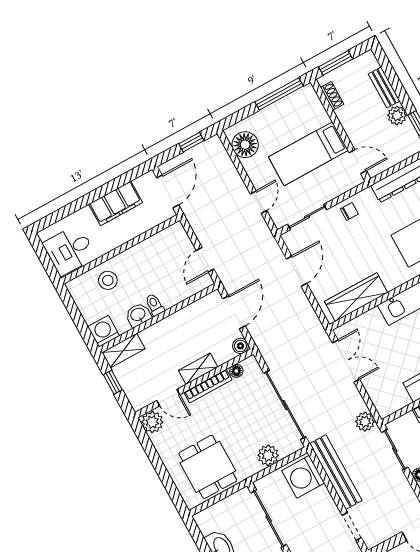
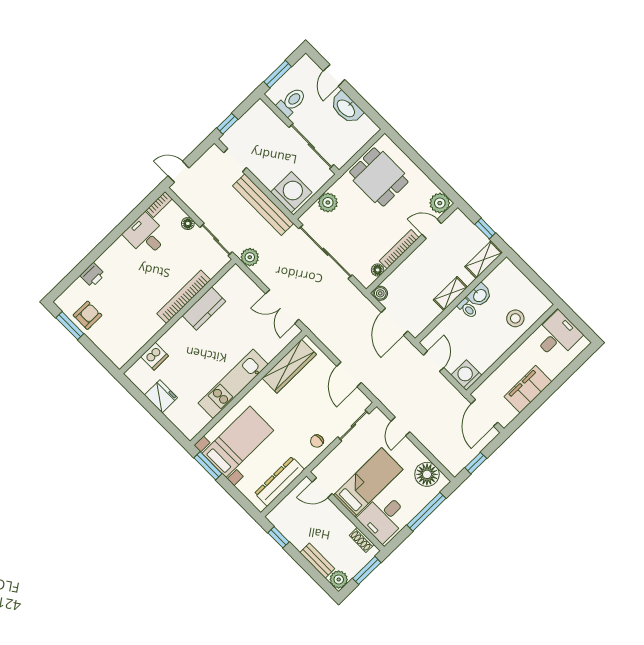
window: (279, 94) -> (426, 512), moved
desk: (303, 113) -> (383, 517), added
plant: (397, 115) -> (339, 580), moved
washing machine: (104, 331) -> (466, 375), moved, turned 180
shelving: (198, 369) -> (450, 294), moved

